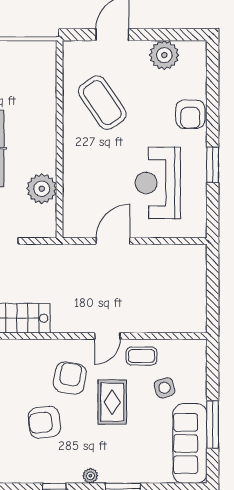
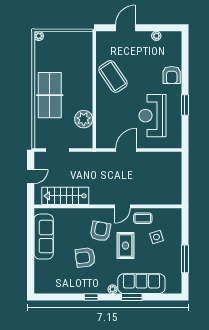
plant: (164, 55) -> (156, 36), width x0.53, depth x0.53
coffee table: (102, 103) -> (113, 76), moved
sofa: (190, 444) -> (141, 284), moved, turned 90

